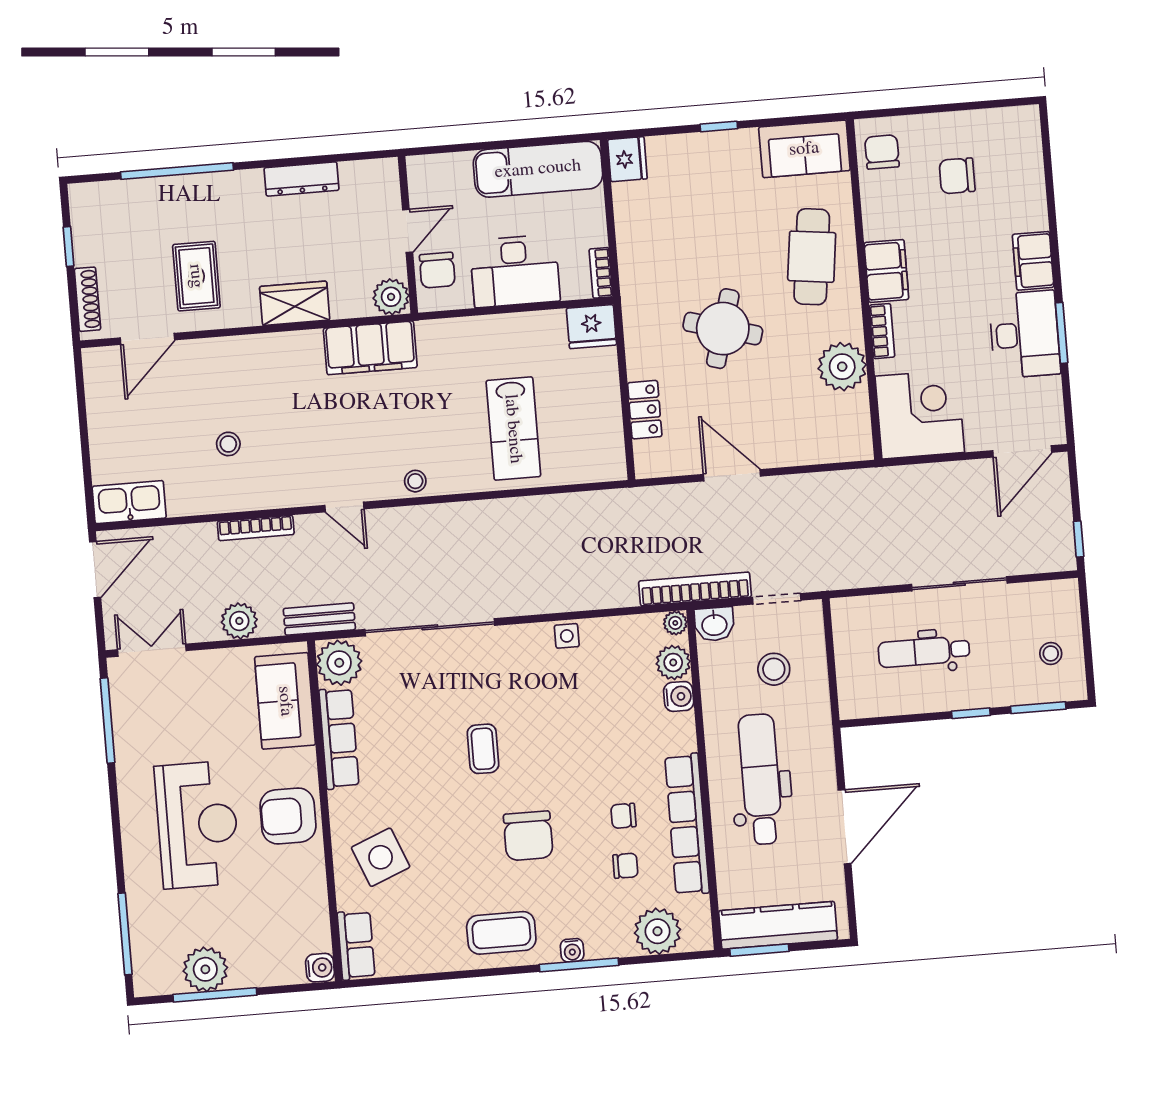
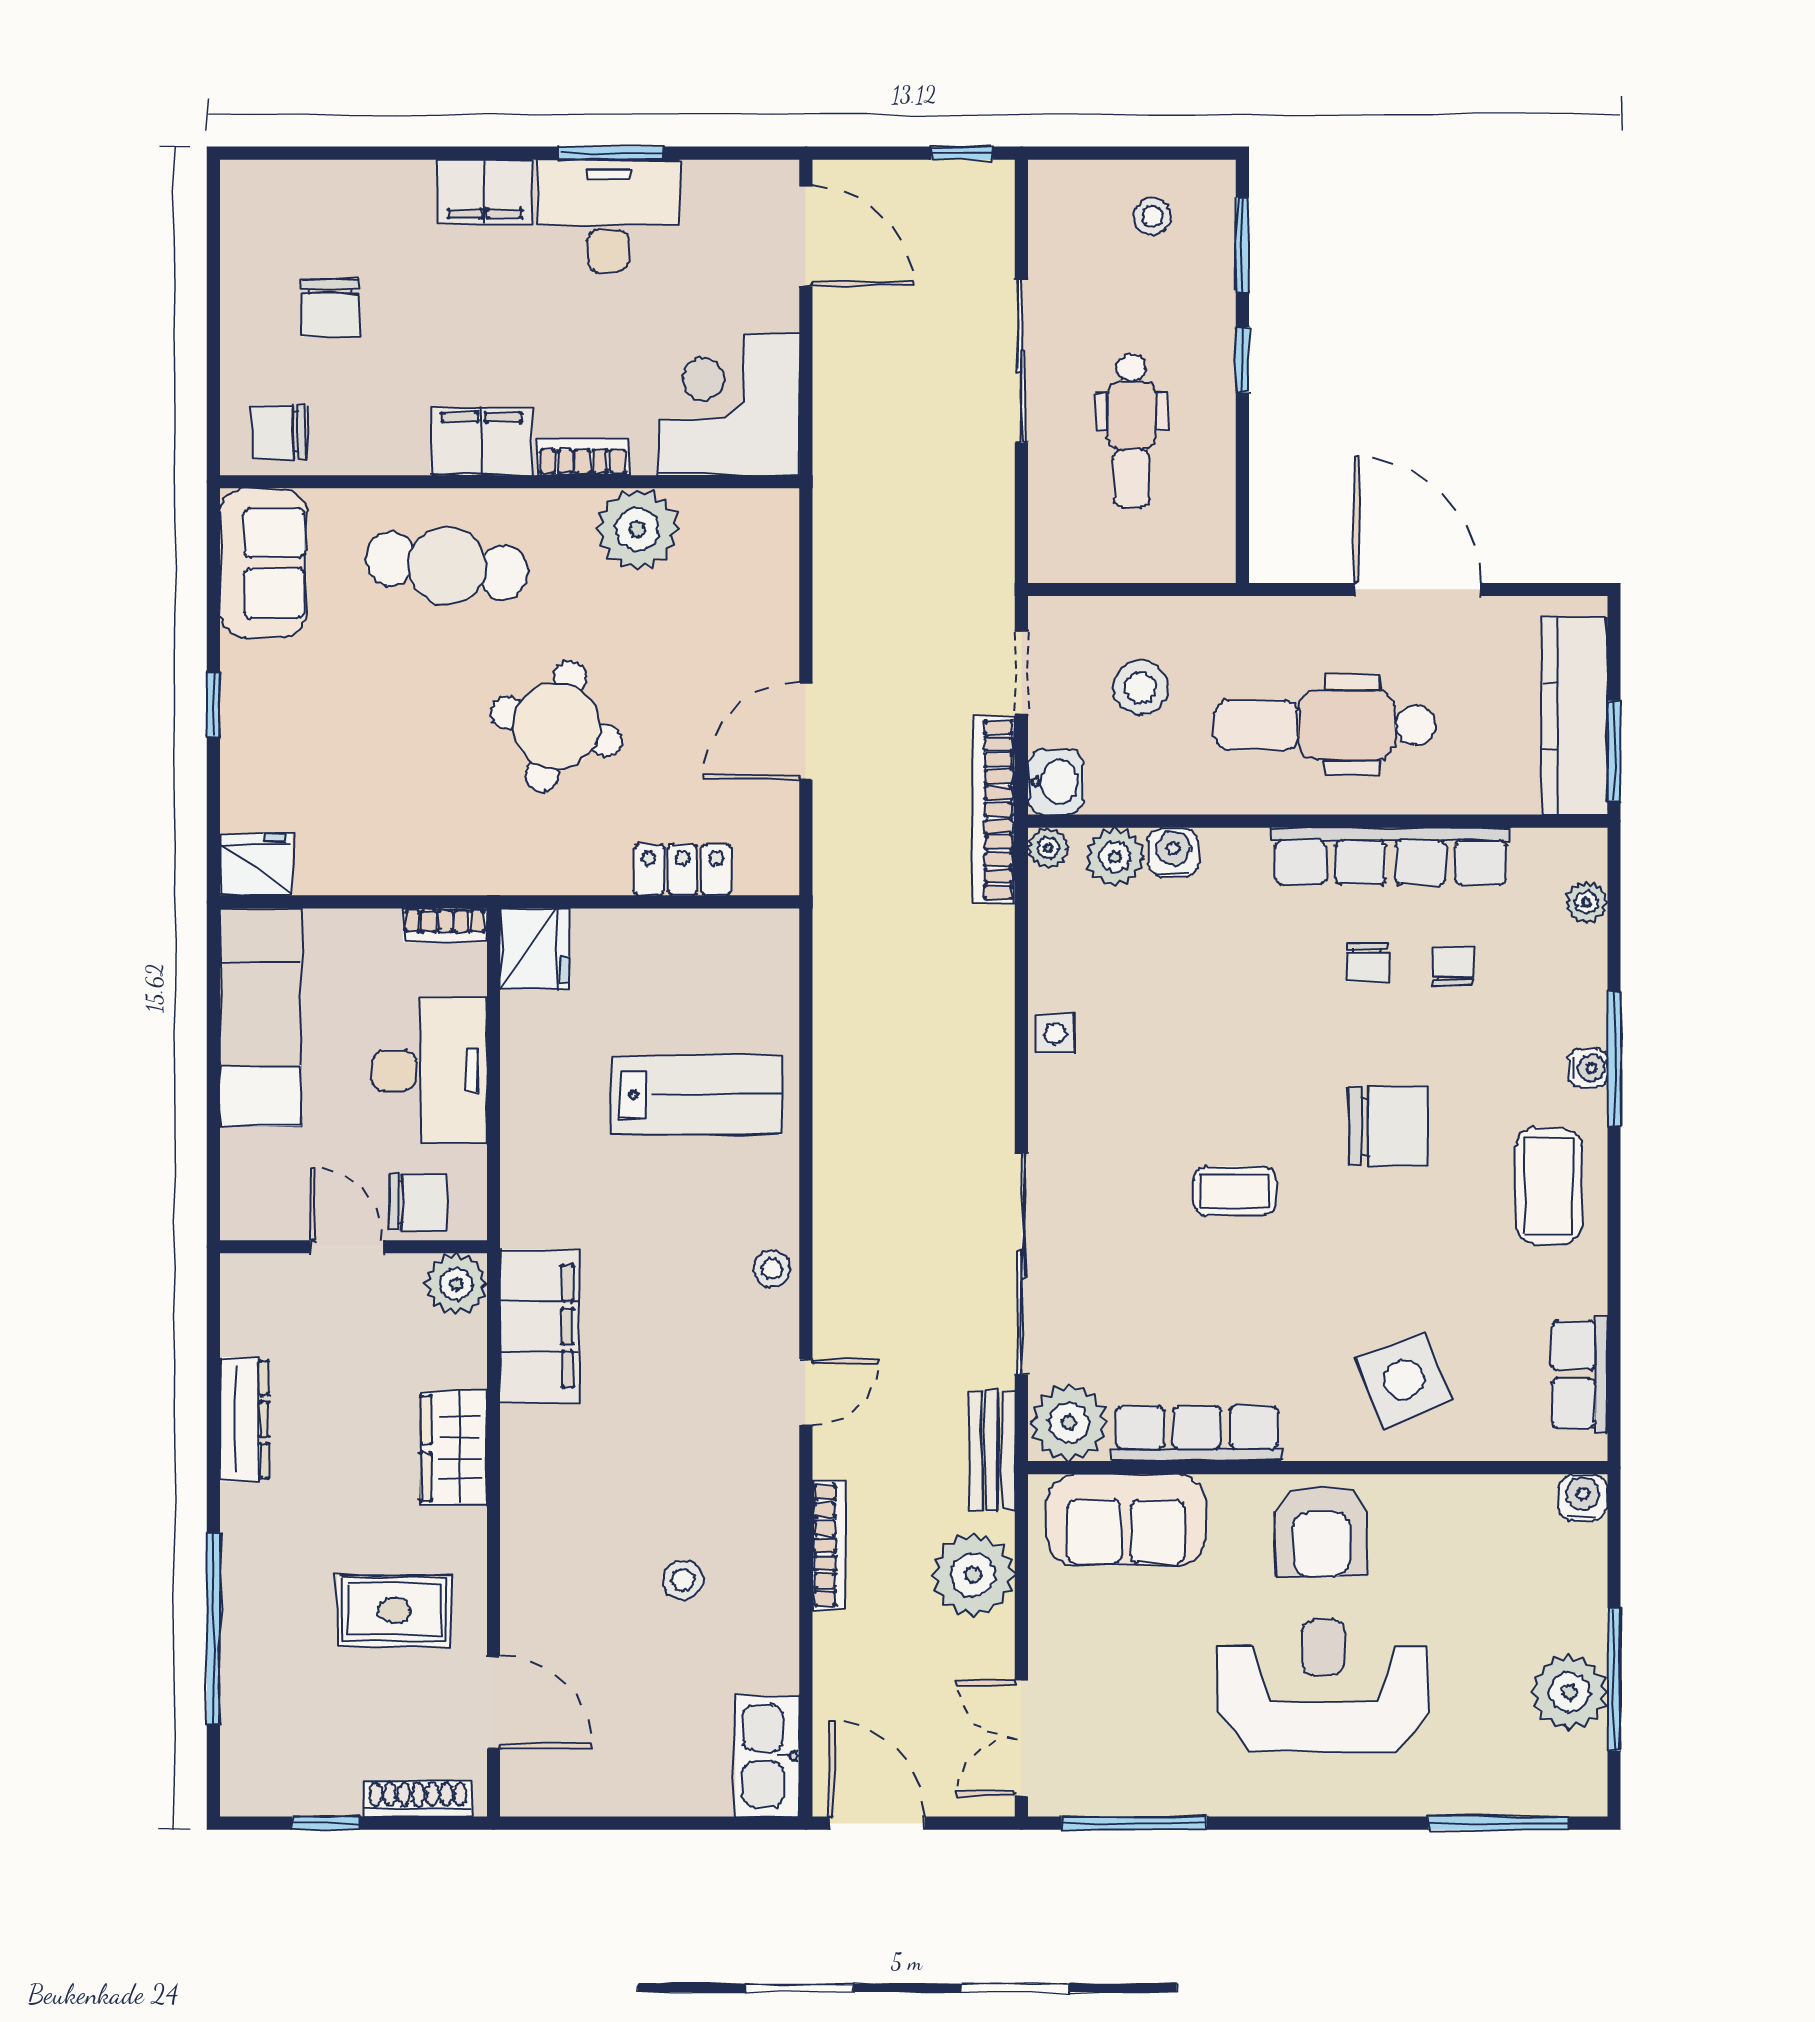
plant: (239, 621) -> (973, 1575), width x1.36, depth x1.36
plant: (658, 931) -> (1586, 902), width x0.53, depth x0.53
row of seats: (356, 945) -> (1580, 1374), moved, turned -90

